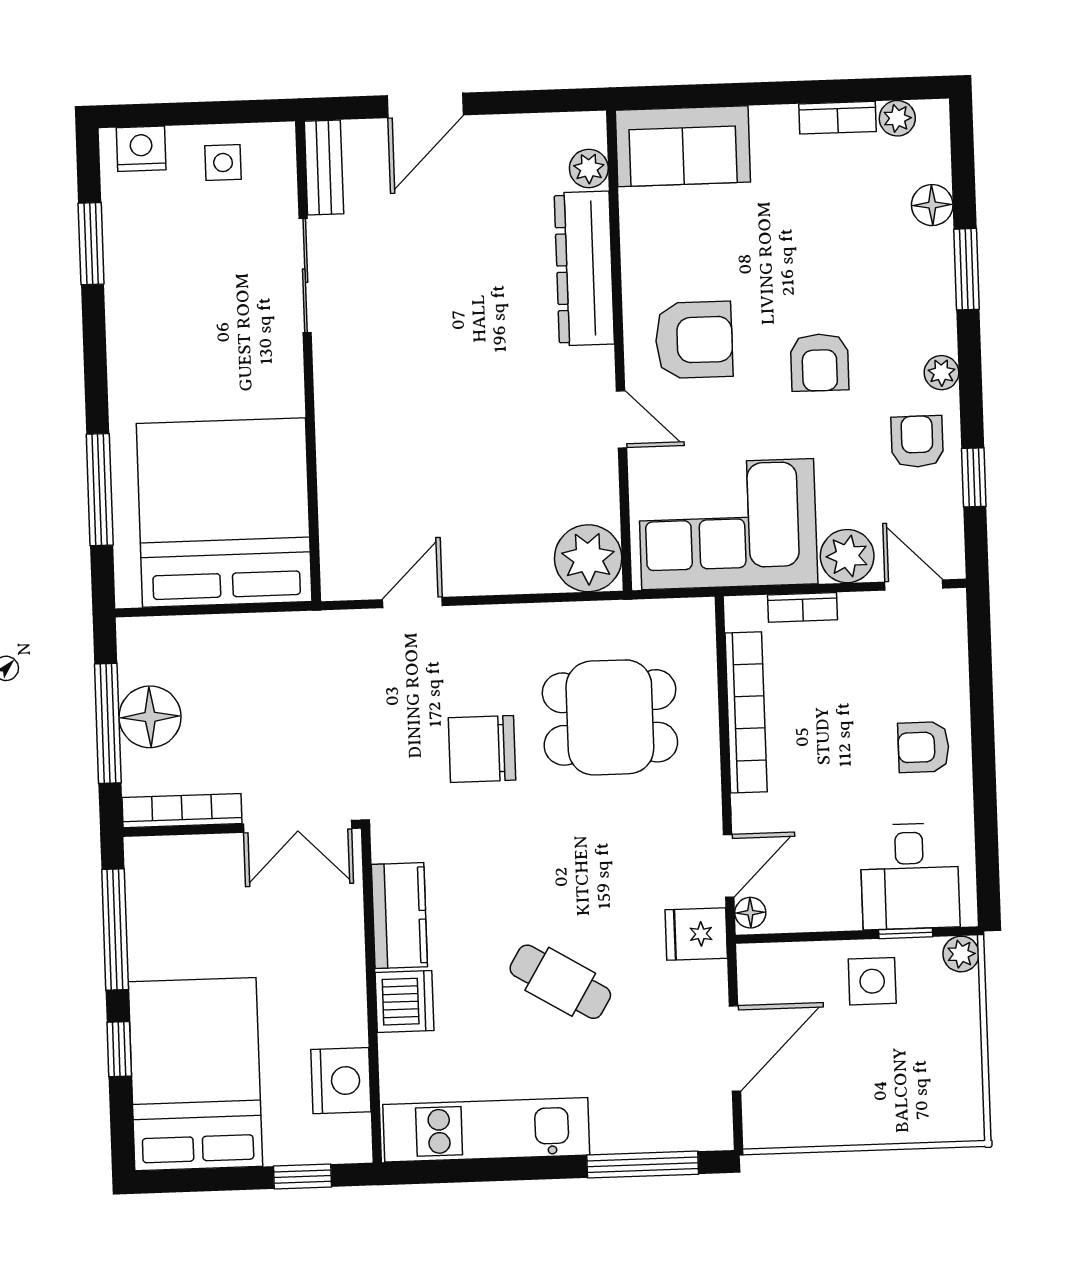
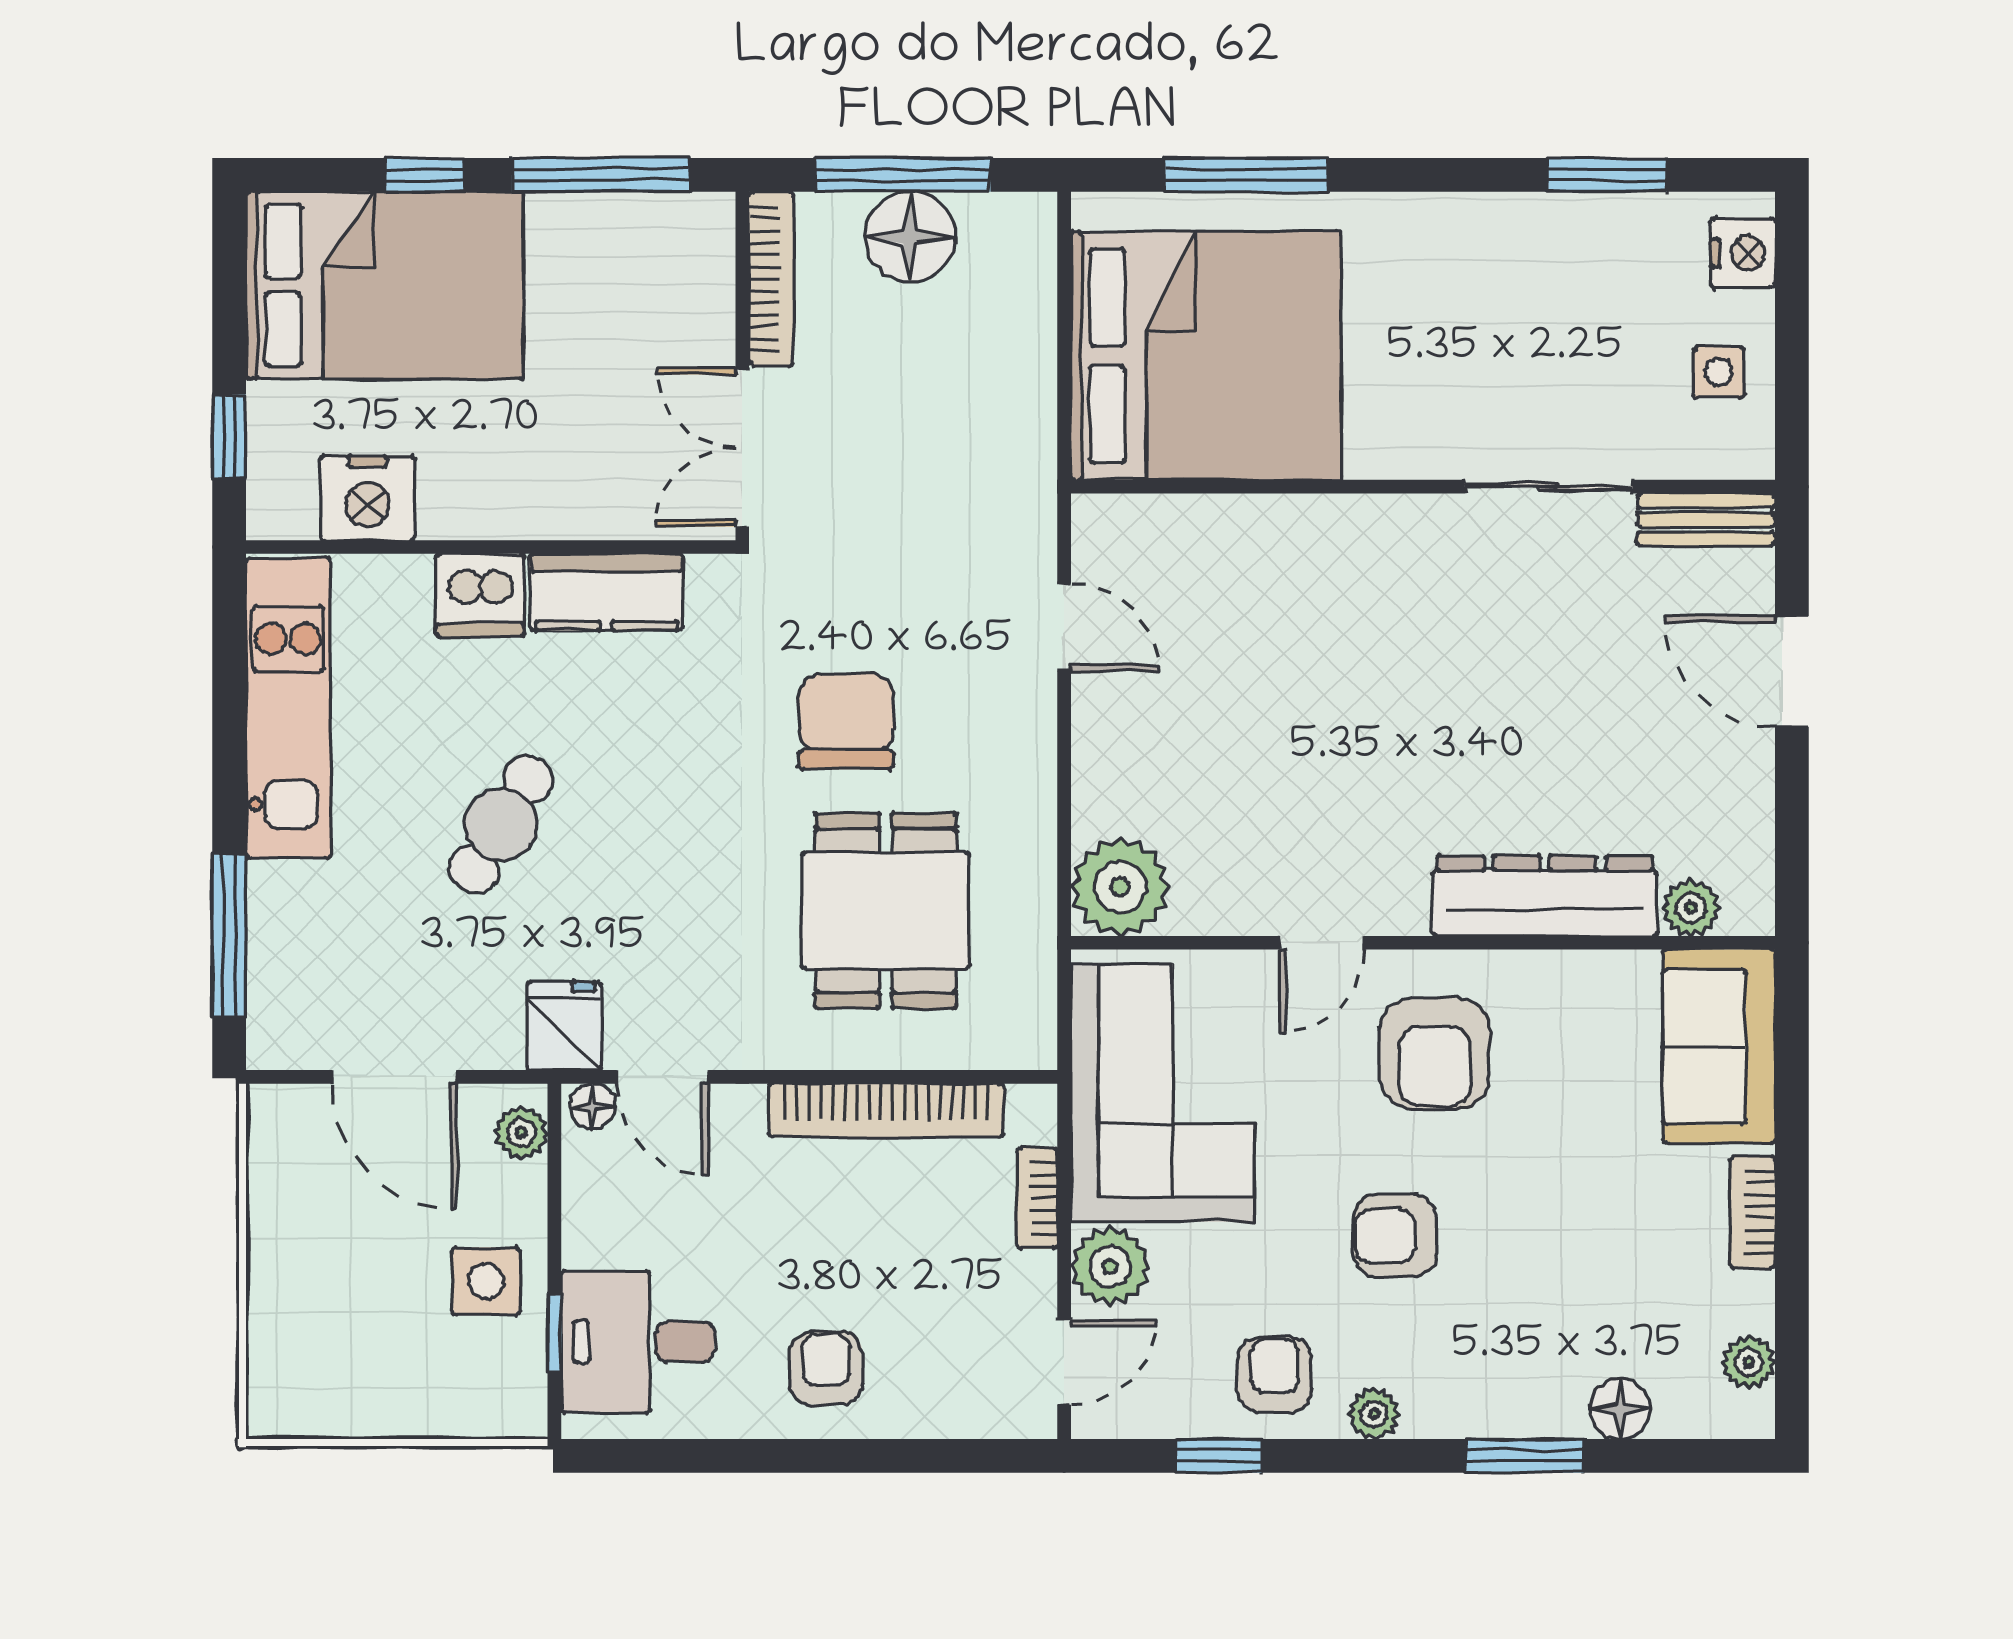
bookcase: (838, 118) -> (1753, 1212), moved
armchair: (917, 441) -> (1274, 1375), turned -90
plant: (961, 954) -> (521, 1132), moved

